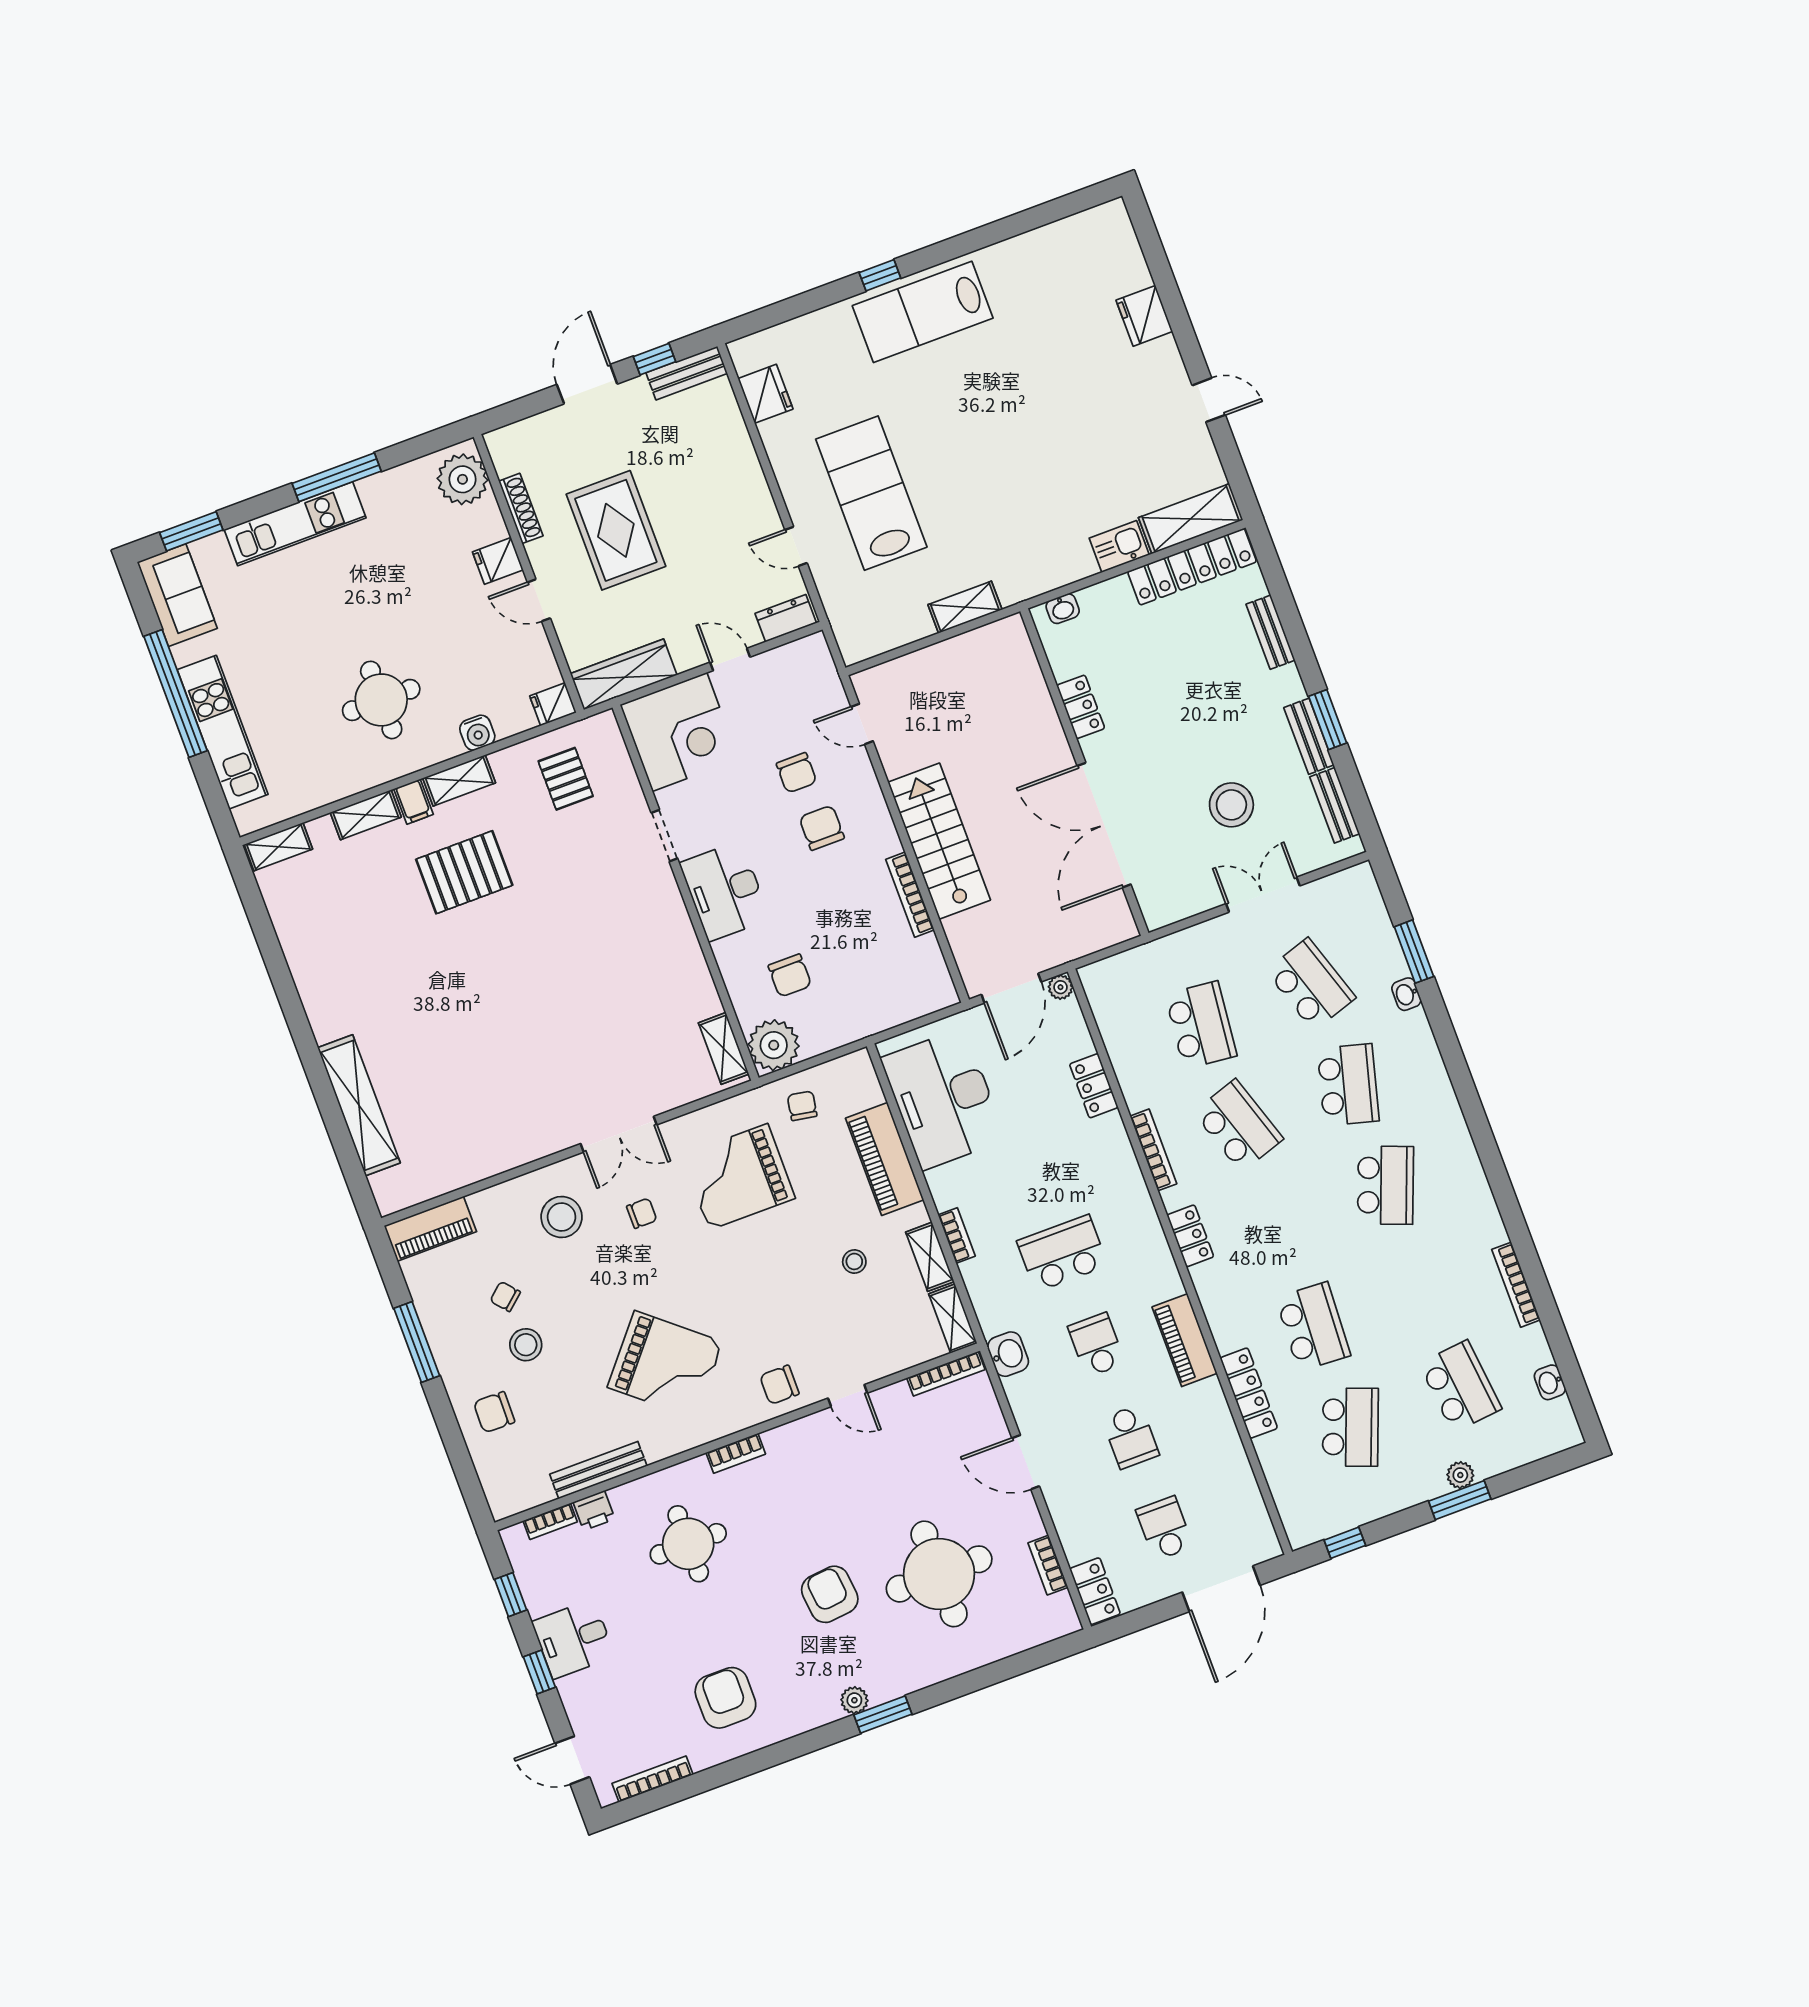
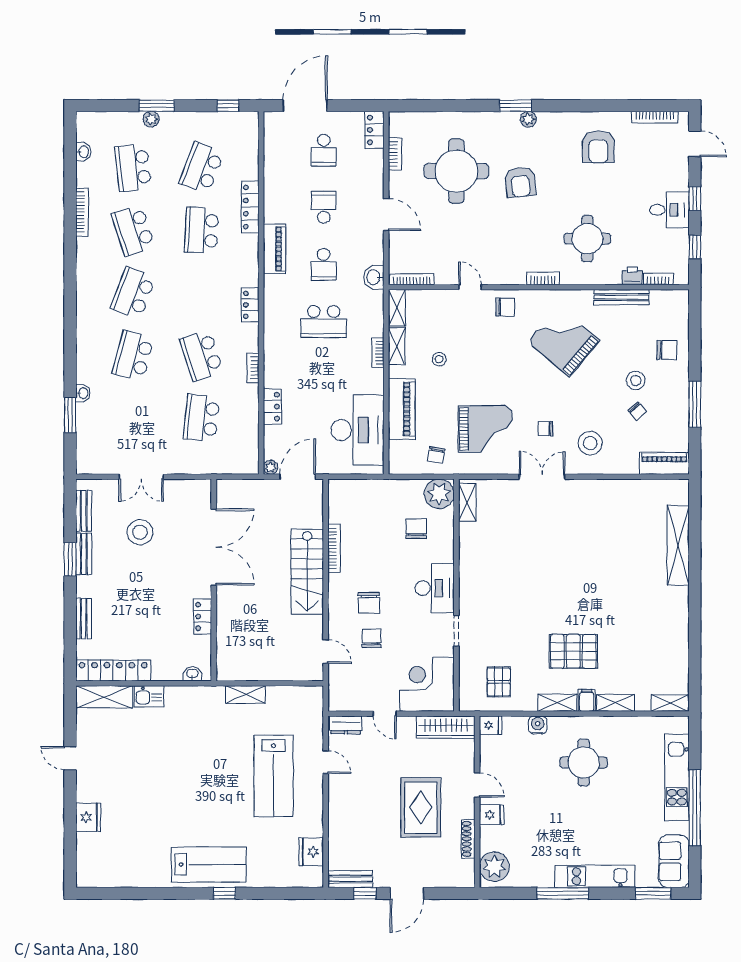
school desk: (1311, 984) -> (133, 230), moved
bookcase: (1153, 1150) -> (253, 368), width x0.64

